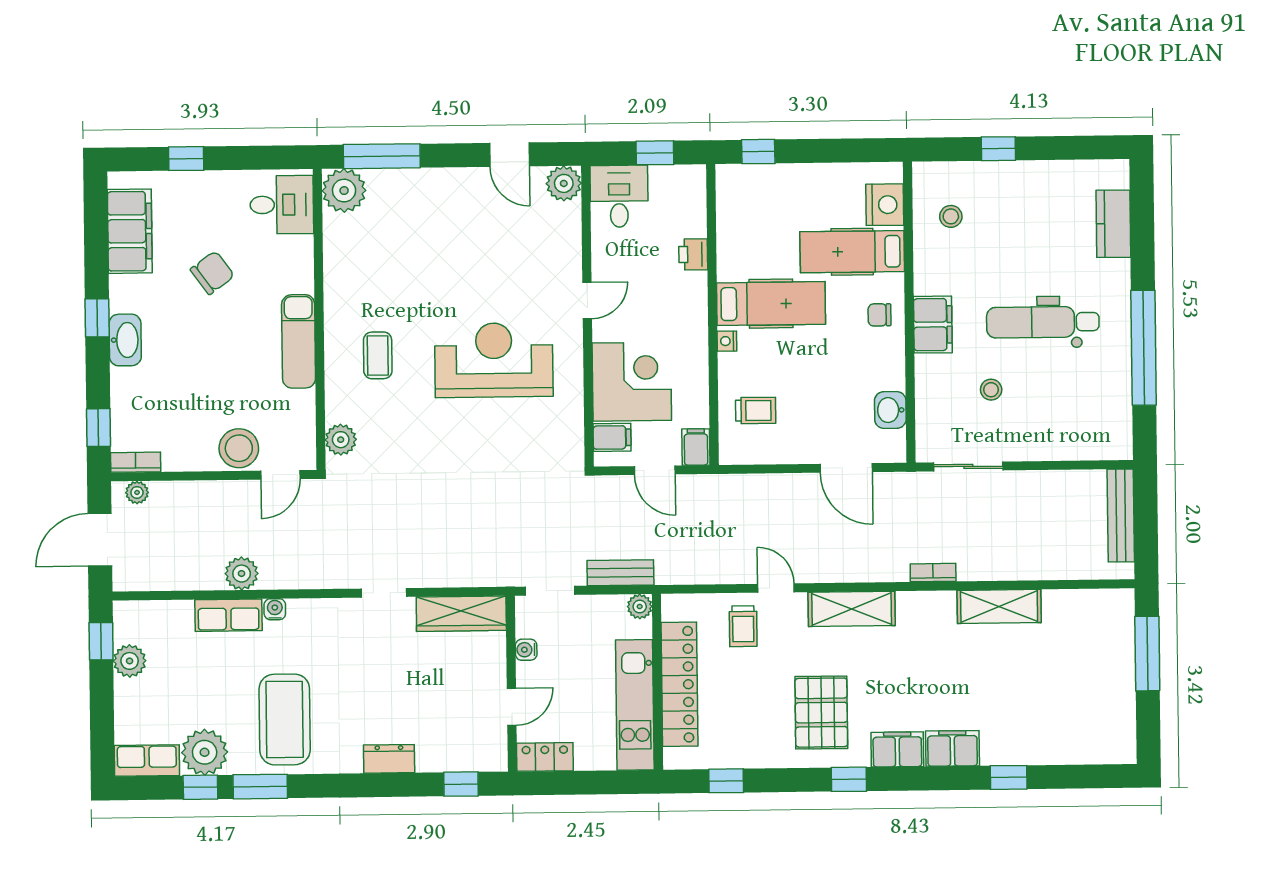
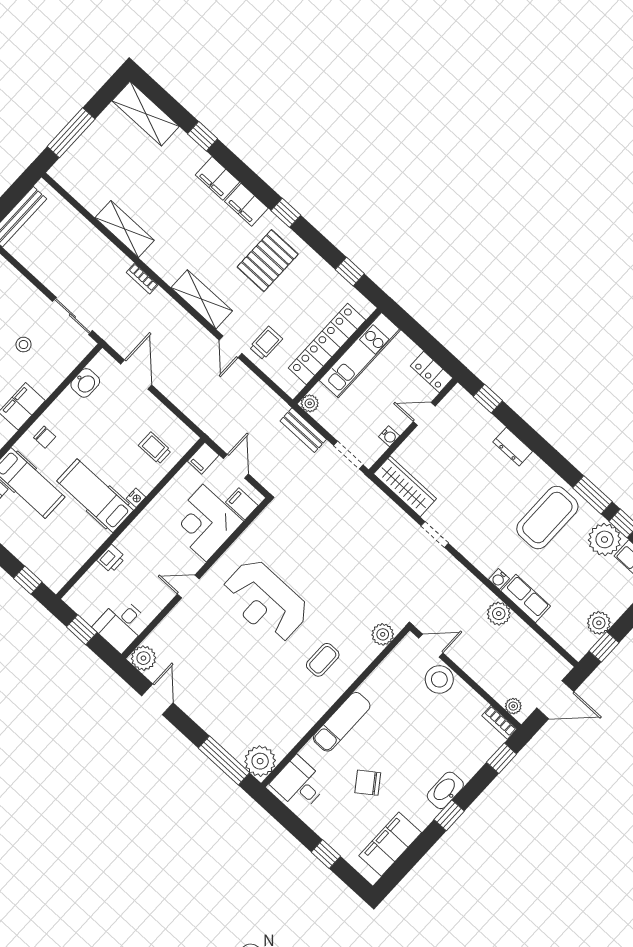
exam couch: (299, 341) -> (342, 722), moved
shelving: (1089, 746) -> (146, 114), added

